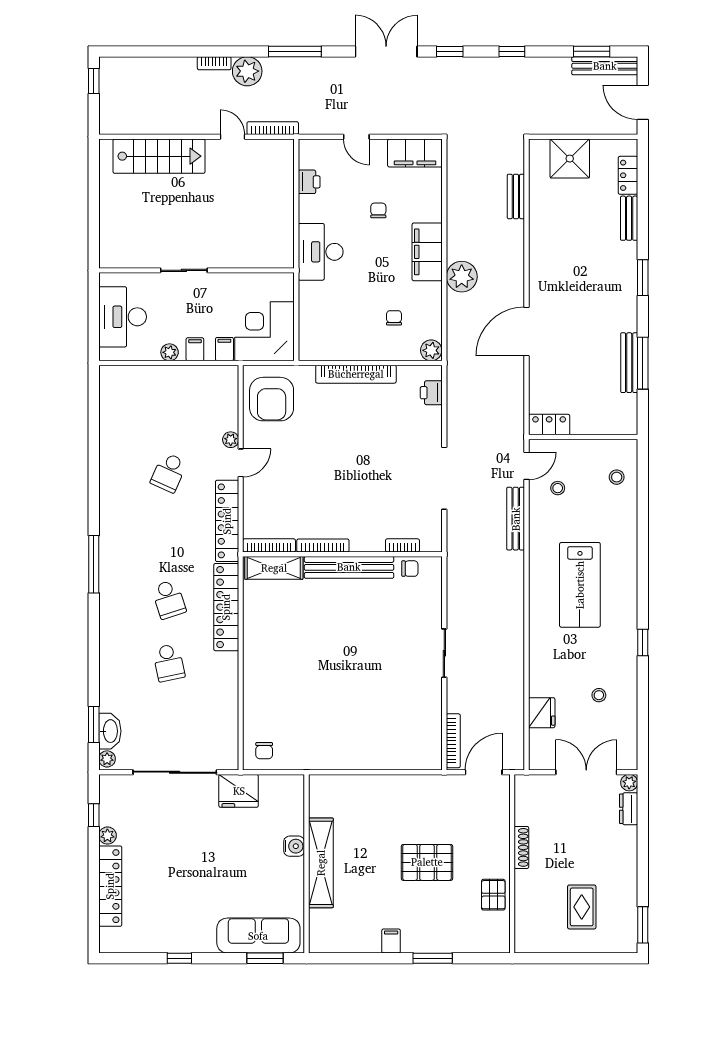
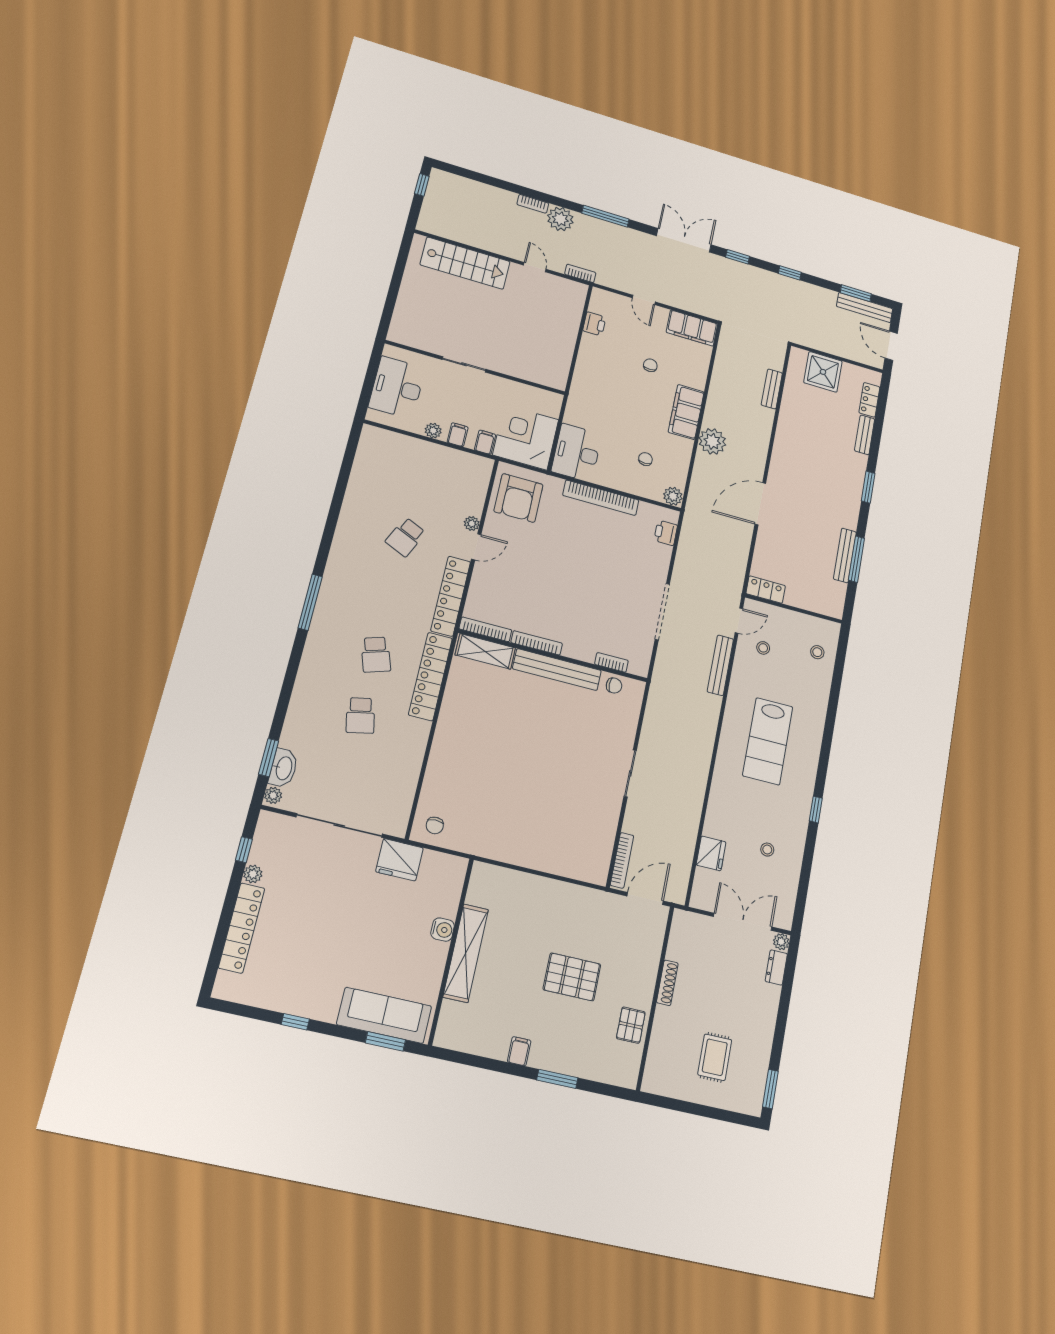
bookcase: (273, 128) -> (580, 273), width x0.64
desk: (321, 252) -> (577, 453), moved

